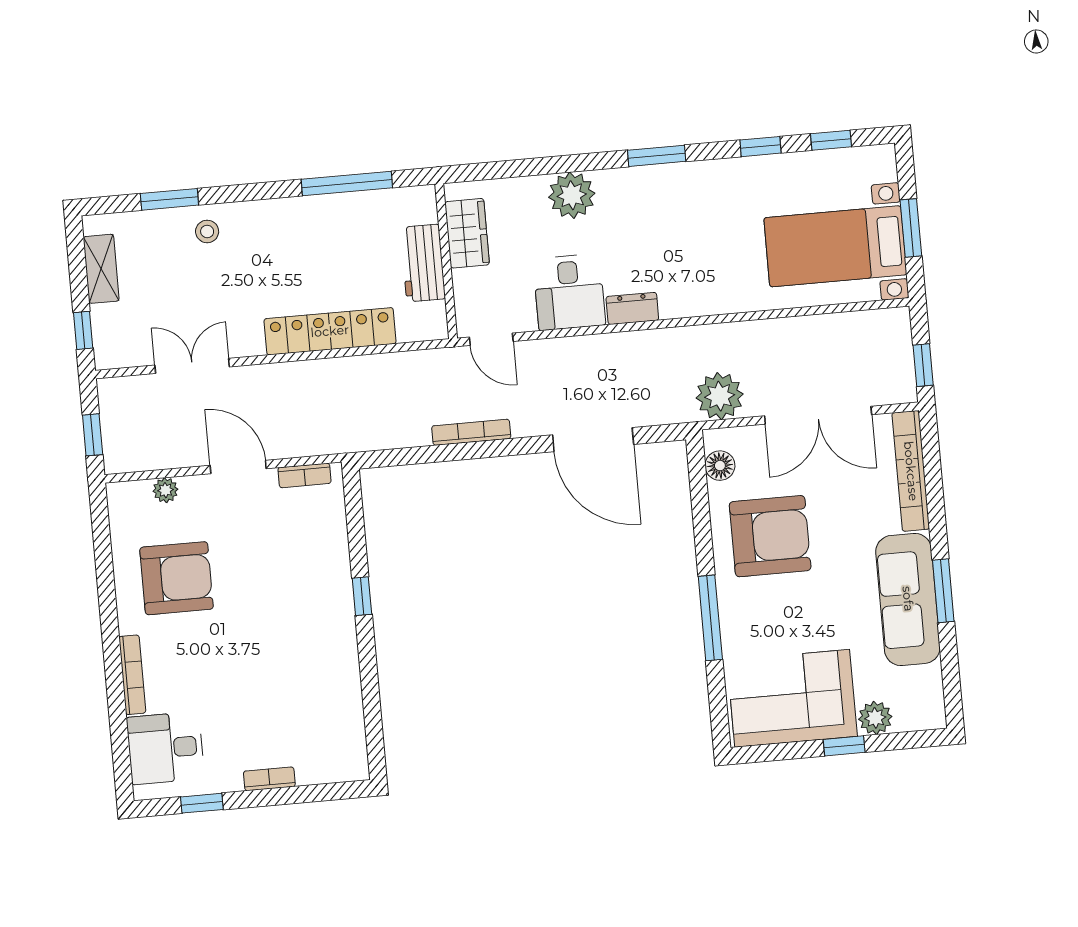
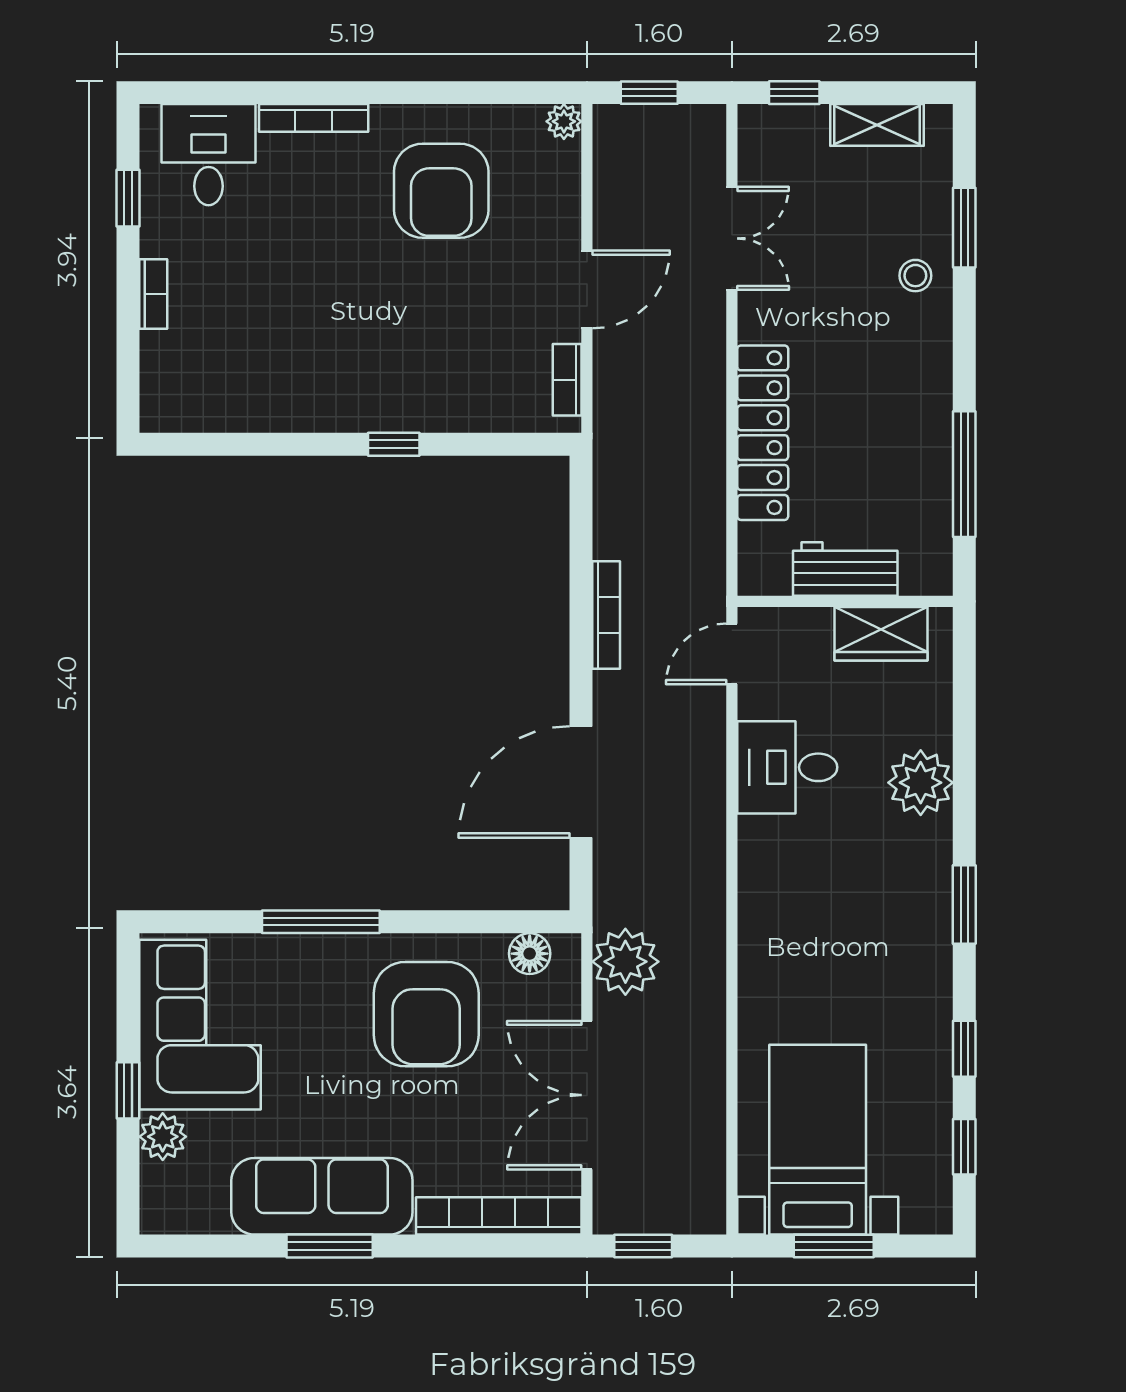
dresser: (632, 308) -> (757, 852), removed
plant: (165, 490) -> (564, 121), moved

